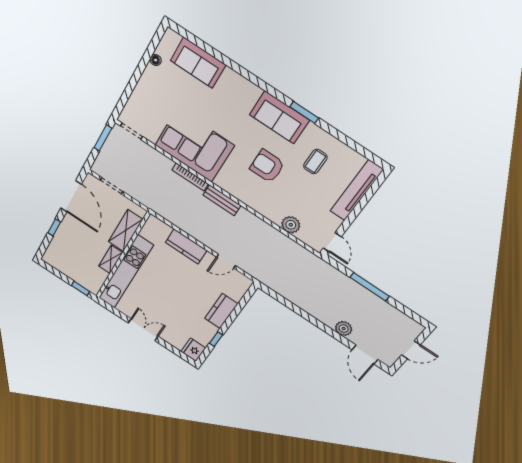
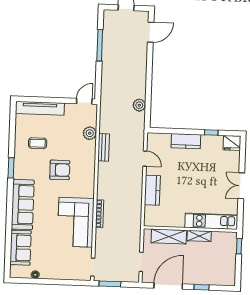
sofa: (279, 117) -> (23, 204), moved, width x1.36
armchair: (267, 166) -> (60, 170), turned -90
bench: (222, 200) -> (104, 147), moved
kitchen unit: (126, 272) -> (211, 221), width x0.73
window: (370, 287) -> (100, 45), moved
plant: (344, 329) -> (139, 105), moved

